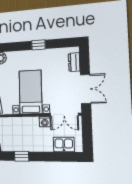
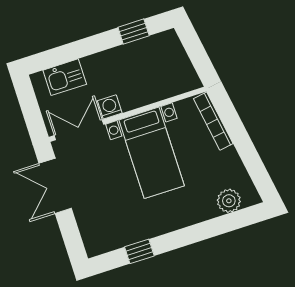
window: (38, 45) -> (139, 251), moved
dresser: (74, 62) -> (89, 228), removed

